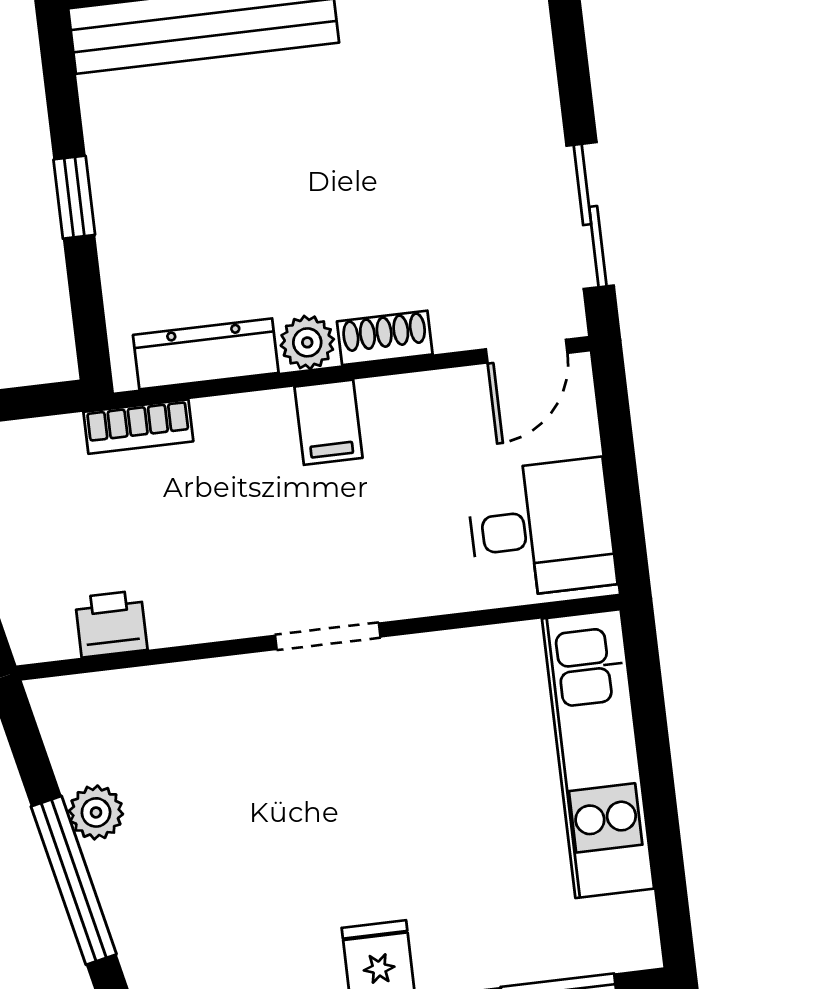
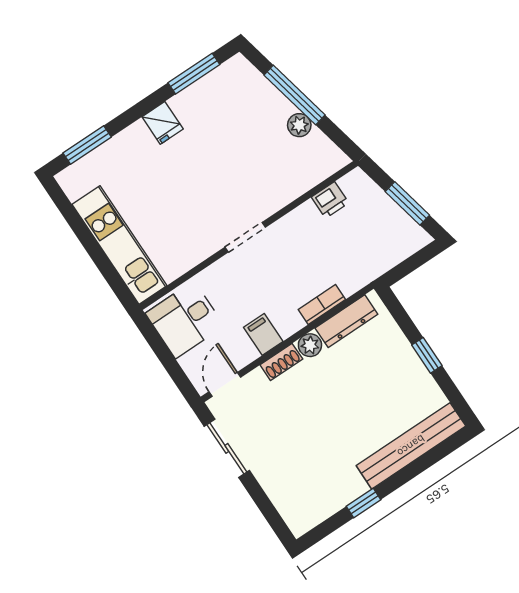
filing cabinet: (328, 422) -> (263, 334), moved
bookcase: (138, 427) -> (322, 305), moved

